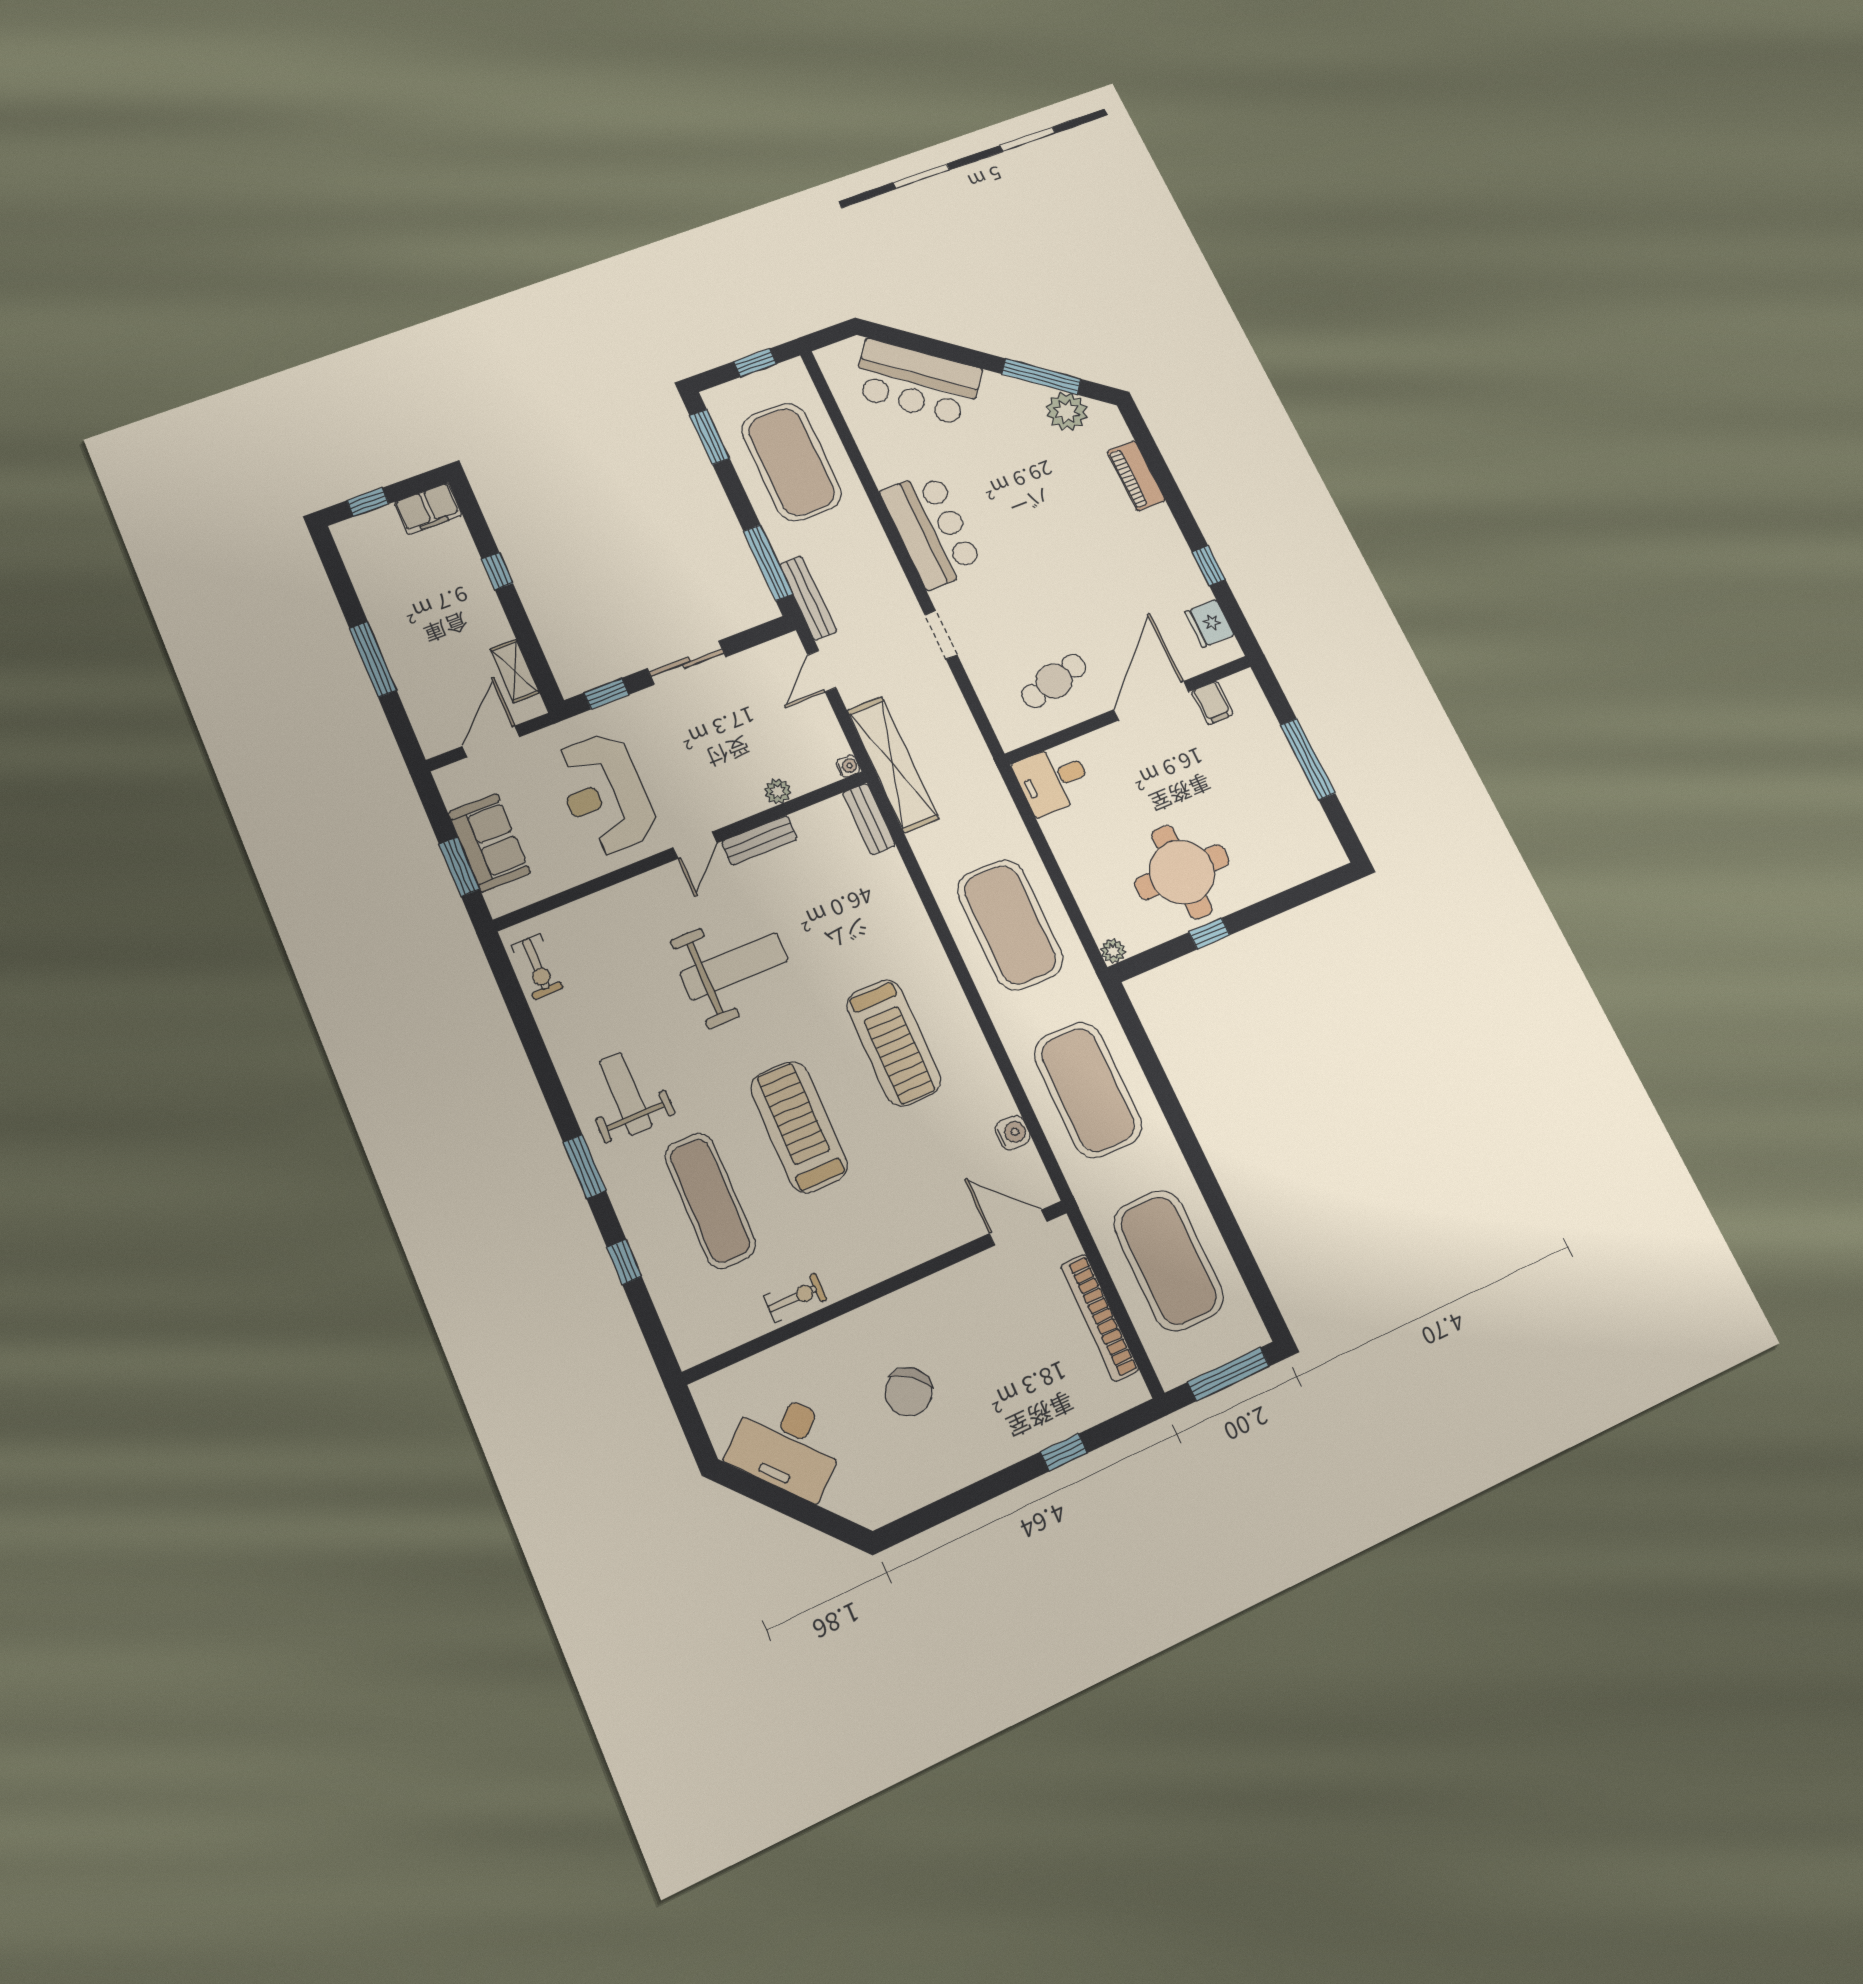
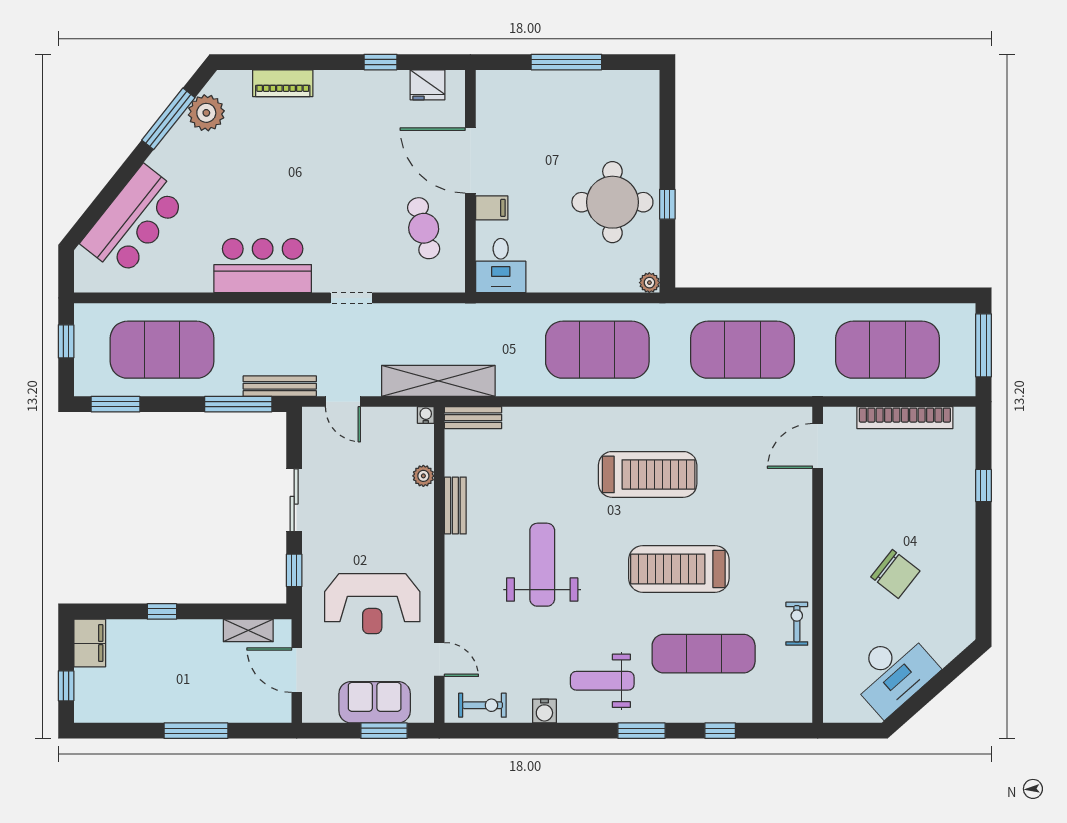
filing cabinet: (1212, 703) -> (492, 208), moved
door: (695, 845) -> (439, 660), moved
water cooler: (1013, 1133) -> (544, 711), moved, turned 180

